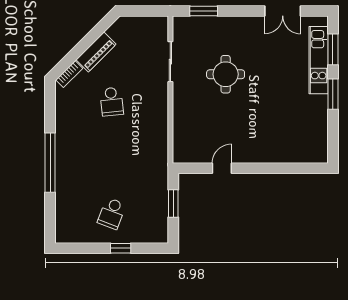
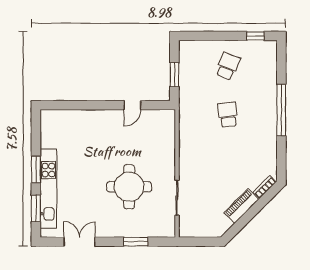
window: (204, 11) -> (136, 242), moved
kitchen unit: (319, 60) -> (48, 188), width x1.36
round table: (226, 74) -> (129, 187), width x1.36, depth x1.36
school desk: (112, 102) -> (228, 115), moved
window: (121, 248) -> (255, 36), moved

